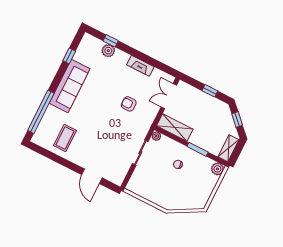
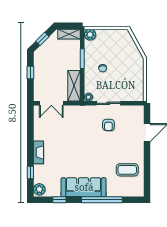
plant: (108, 51) -> (39, 189), moved
fireplace: (140, 66) -> (38, 152), moved
armchair: (129, 104) -> (108, 125), moved
window: (41, 112) -> (102, 200), moved

